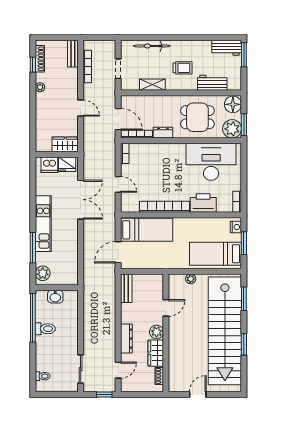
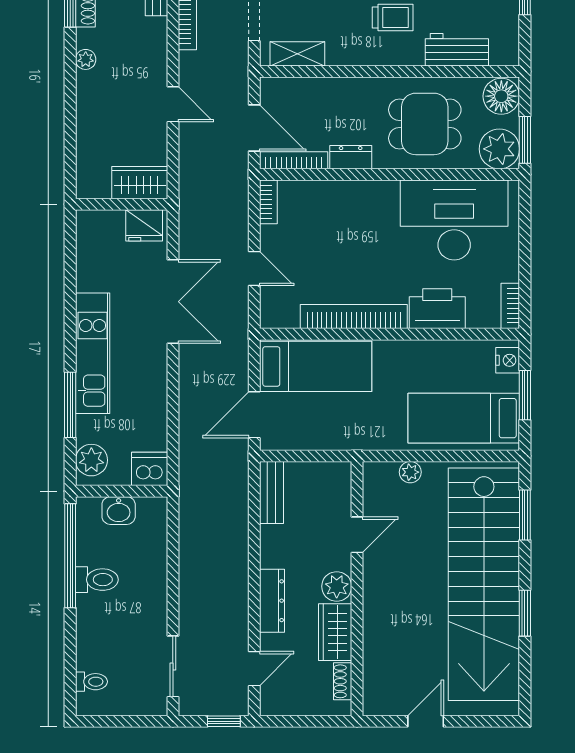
shelving: (152, 85) -> (297, 54), moved
dishwasher: (49, 165) -> (150, 469), moved, turned 180

